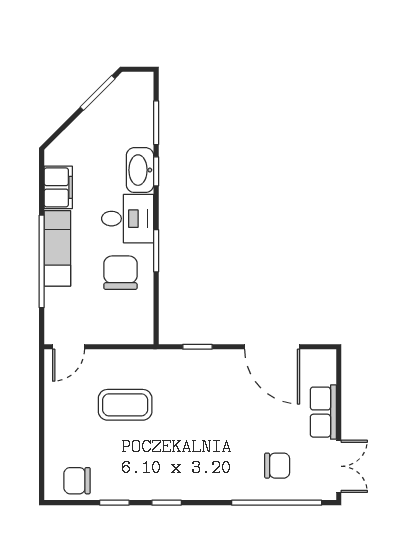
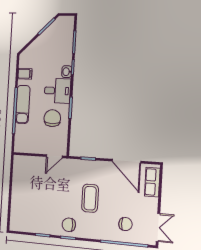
washbasin: (140, 170) -> (67, 72), width x0.52, depth x0.69
filing cabinet: (58, 187) -> (25, 74), width x0.50
door: (69, 347) -> (54, 156), moved
coffee table: (125, 405) -> (90, 198), moved, turned 90
row of seats: (323, 412) -> (152, 182), moved
chair: (77, 481) -> (69, 225), moved

